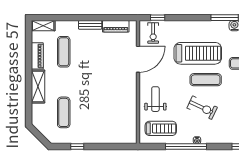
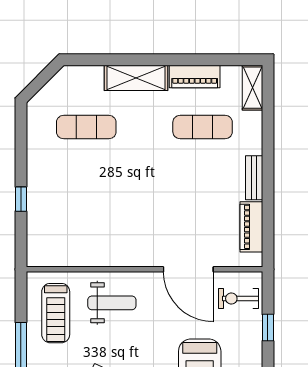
window: (158, 18) -> (268, 328), moved
window: (77, 147) -> (21, 199), moved

